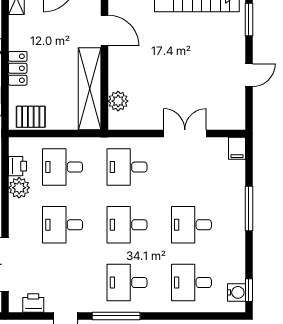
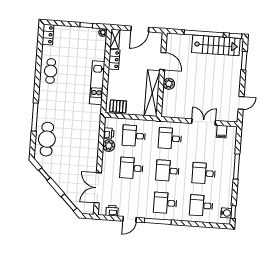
locker: (18, 68) -> (114, 59), moved
door: (249, 75) -> (241, 103), moved
plant: (118, 101) -> (169, 84), moved
filing cabinet: (237, 148) -> (222, 132), moved

